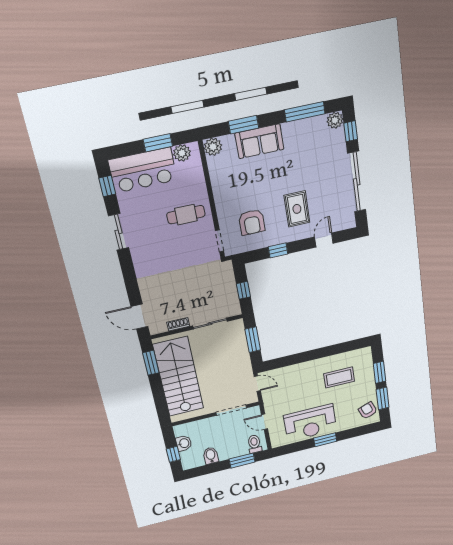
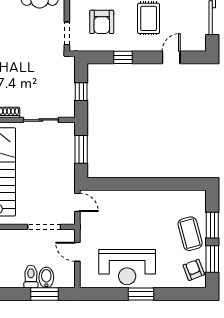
coffee table: (339, 377) -> (190, 234), moved, turned 75
toilet: (254, 444) -> (31, 277), moved
bidet: (211, 456) -> (46, 277), moved

